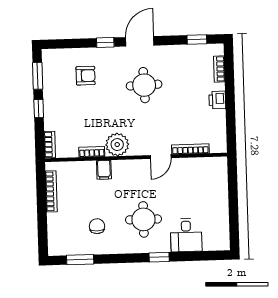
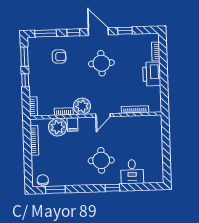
window: (197, 40) -> (125, 31), moved
door: (140, 41) -> (98, 32), hinge flipped
window: (67, 44) -> (46, 33), added
printer: (217, 100) -> (152, 74), width x1.87, depth x1.48
door: (161, 157) -> (103, 115), moved
plant: (83, 173) -> (58, 127), added
chair: (97, 226) -> (43, 180), moved

